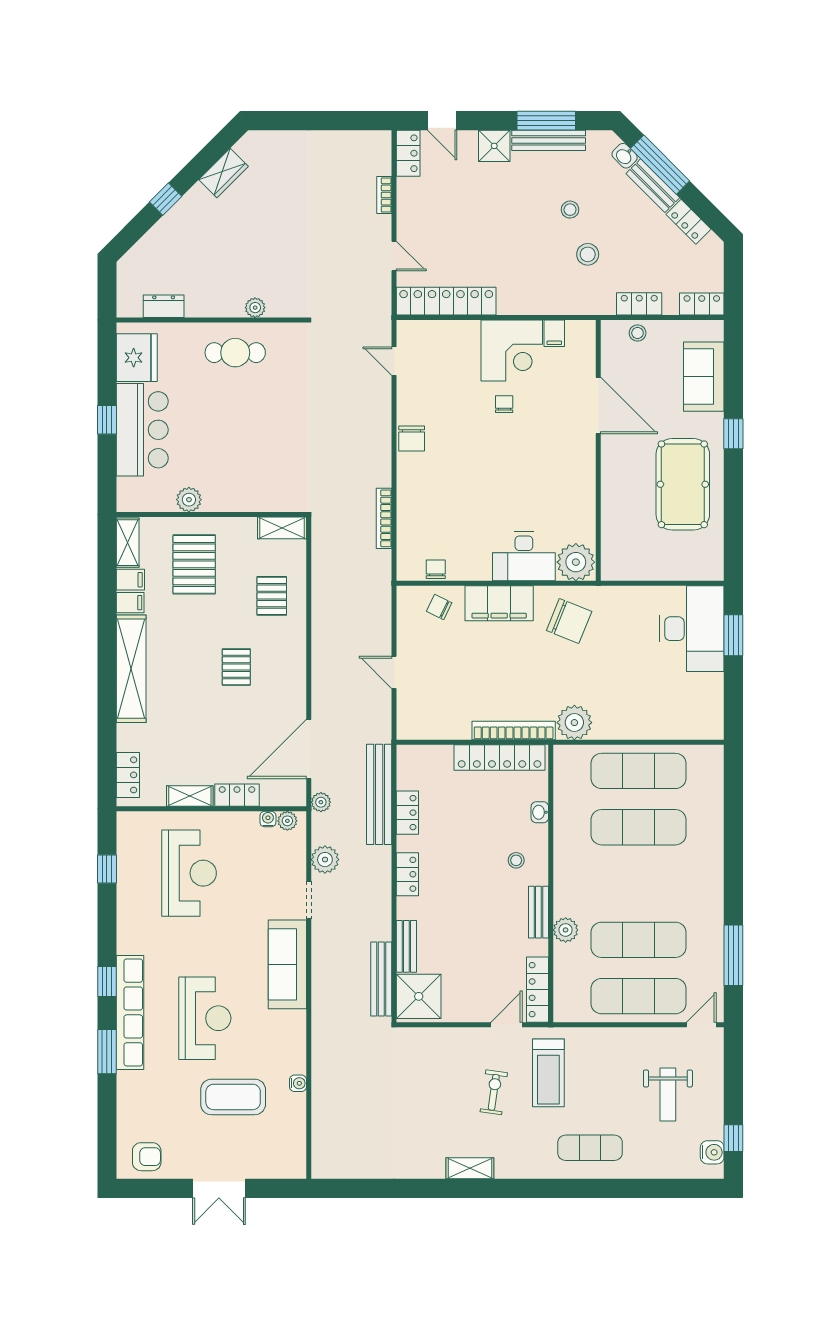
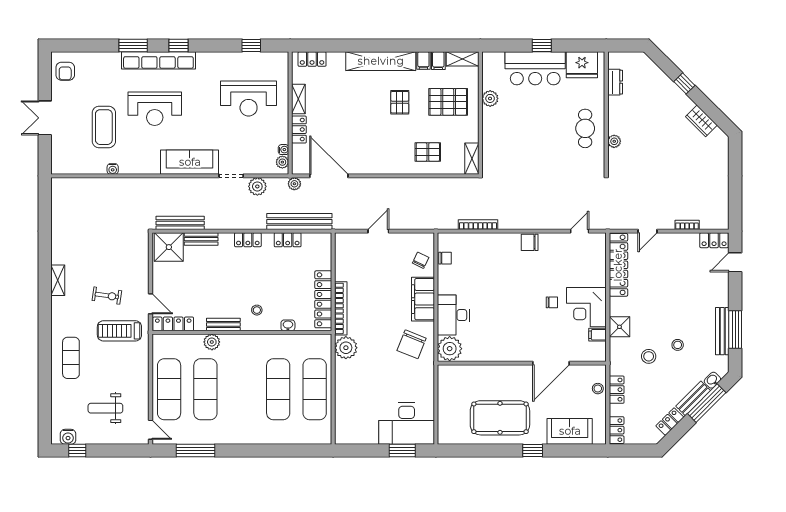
shower: (494, 146) -> (619, 327), moved
pallet: (236, 667) -> (400, 102), moved, turned 90

